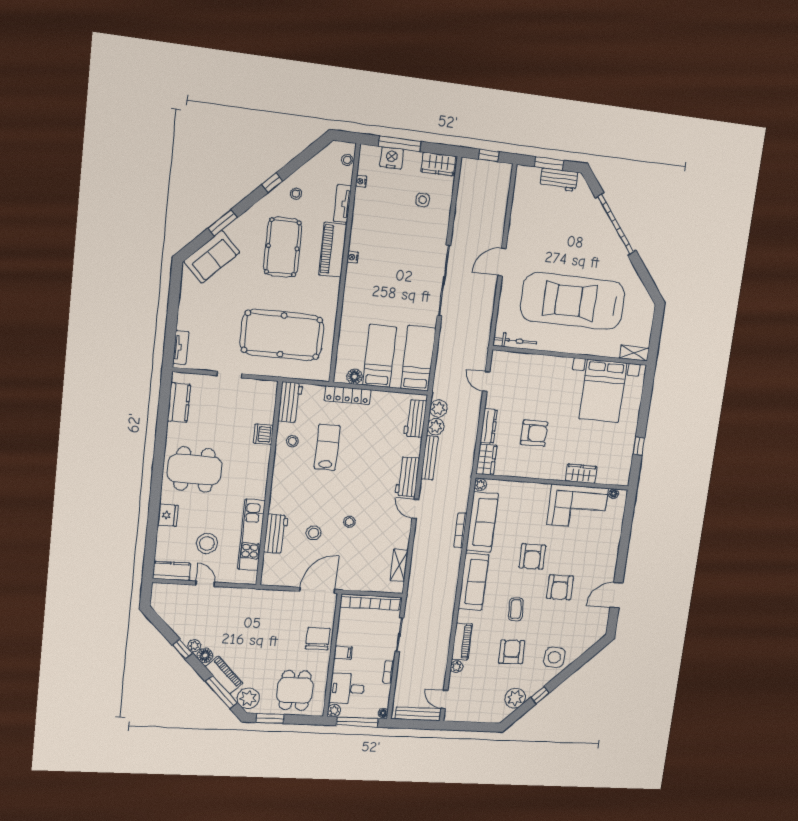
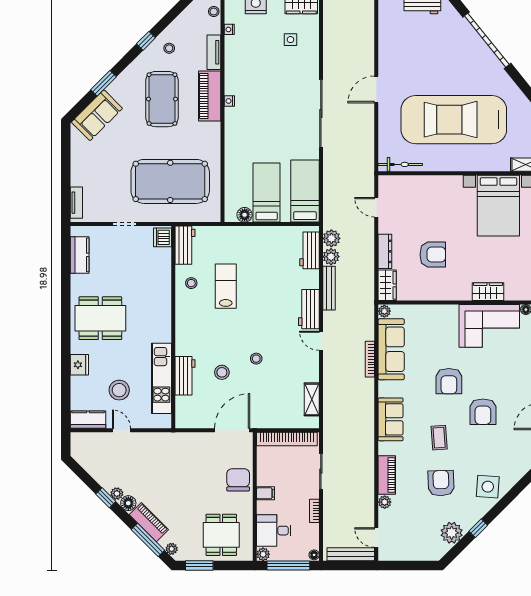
locker: (347, 395) -> (240, 233), removed
dishwasher: (263, 434) -> (162, 237), moved
sofa: (473, 582) -> (391, 419), width x0.73
plant: (248, 698) -> (172, 549), width x0.53, depth x0.53

